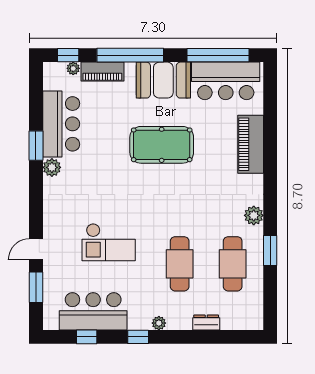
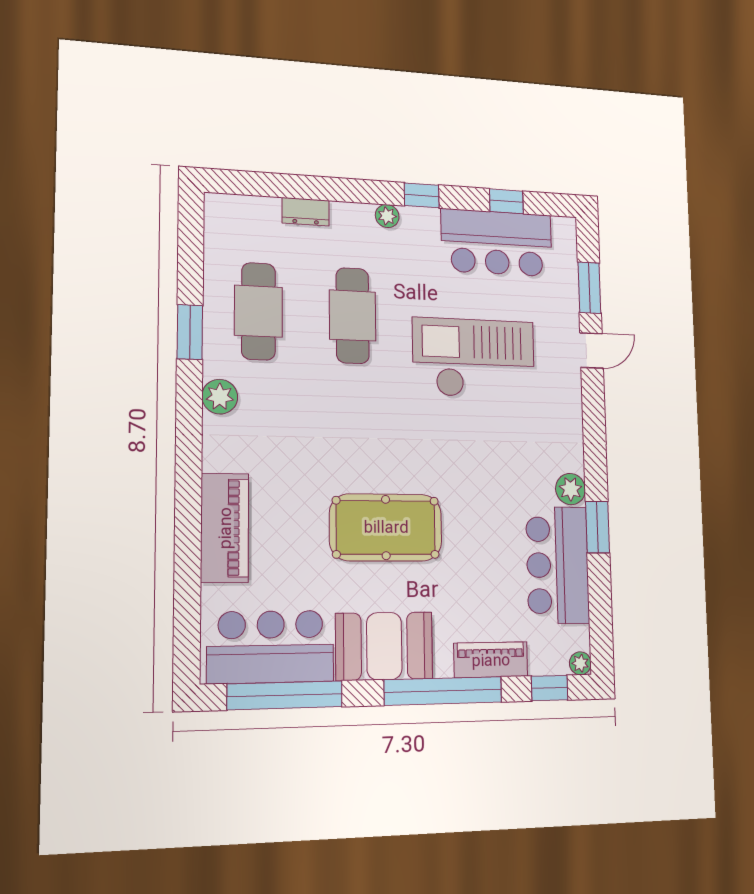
plant: (73, 68) -> (580, 663), moved
checkout: (109, 242) -> (474, 358), width x1.36, depth x1.21

